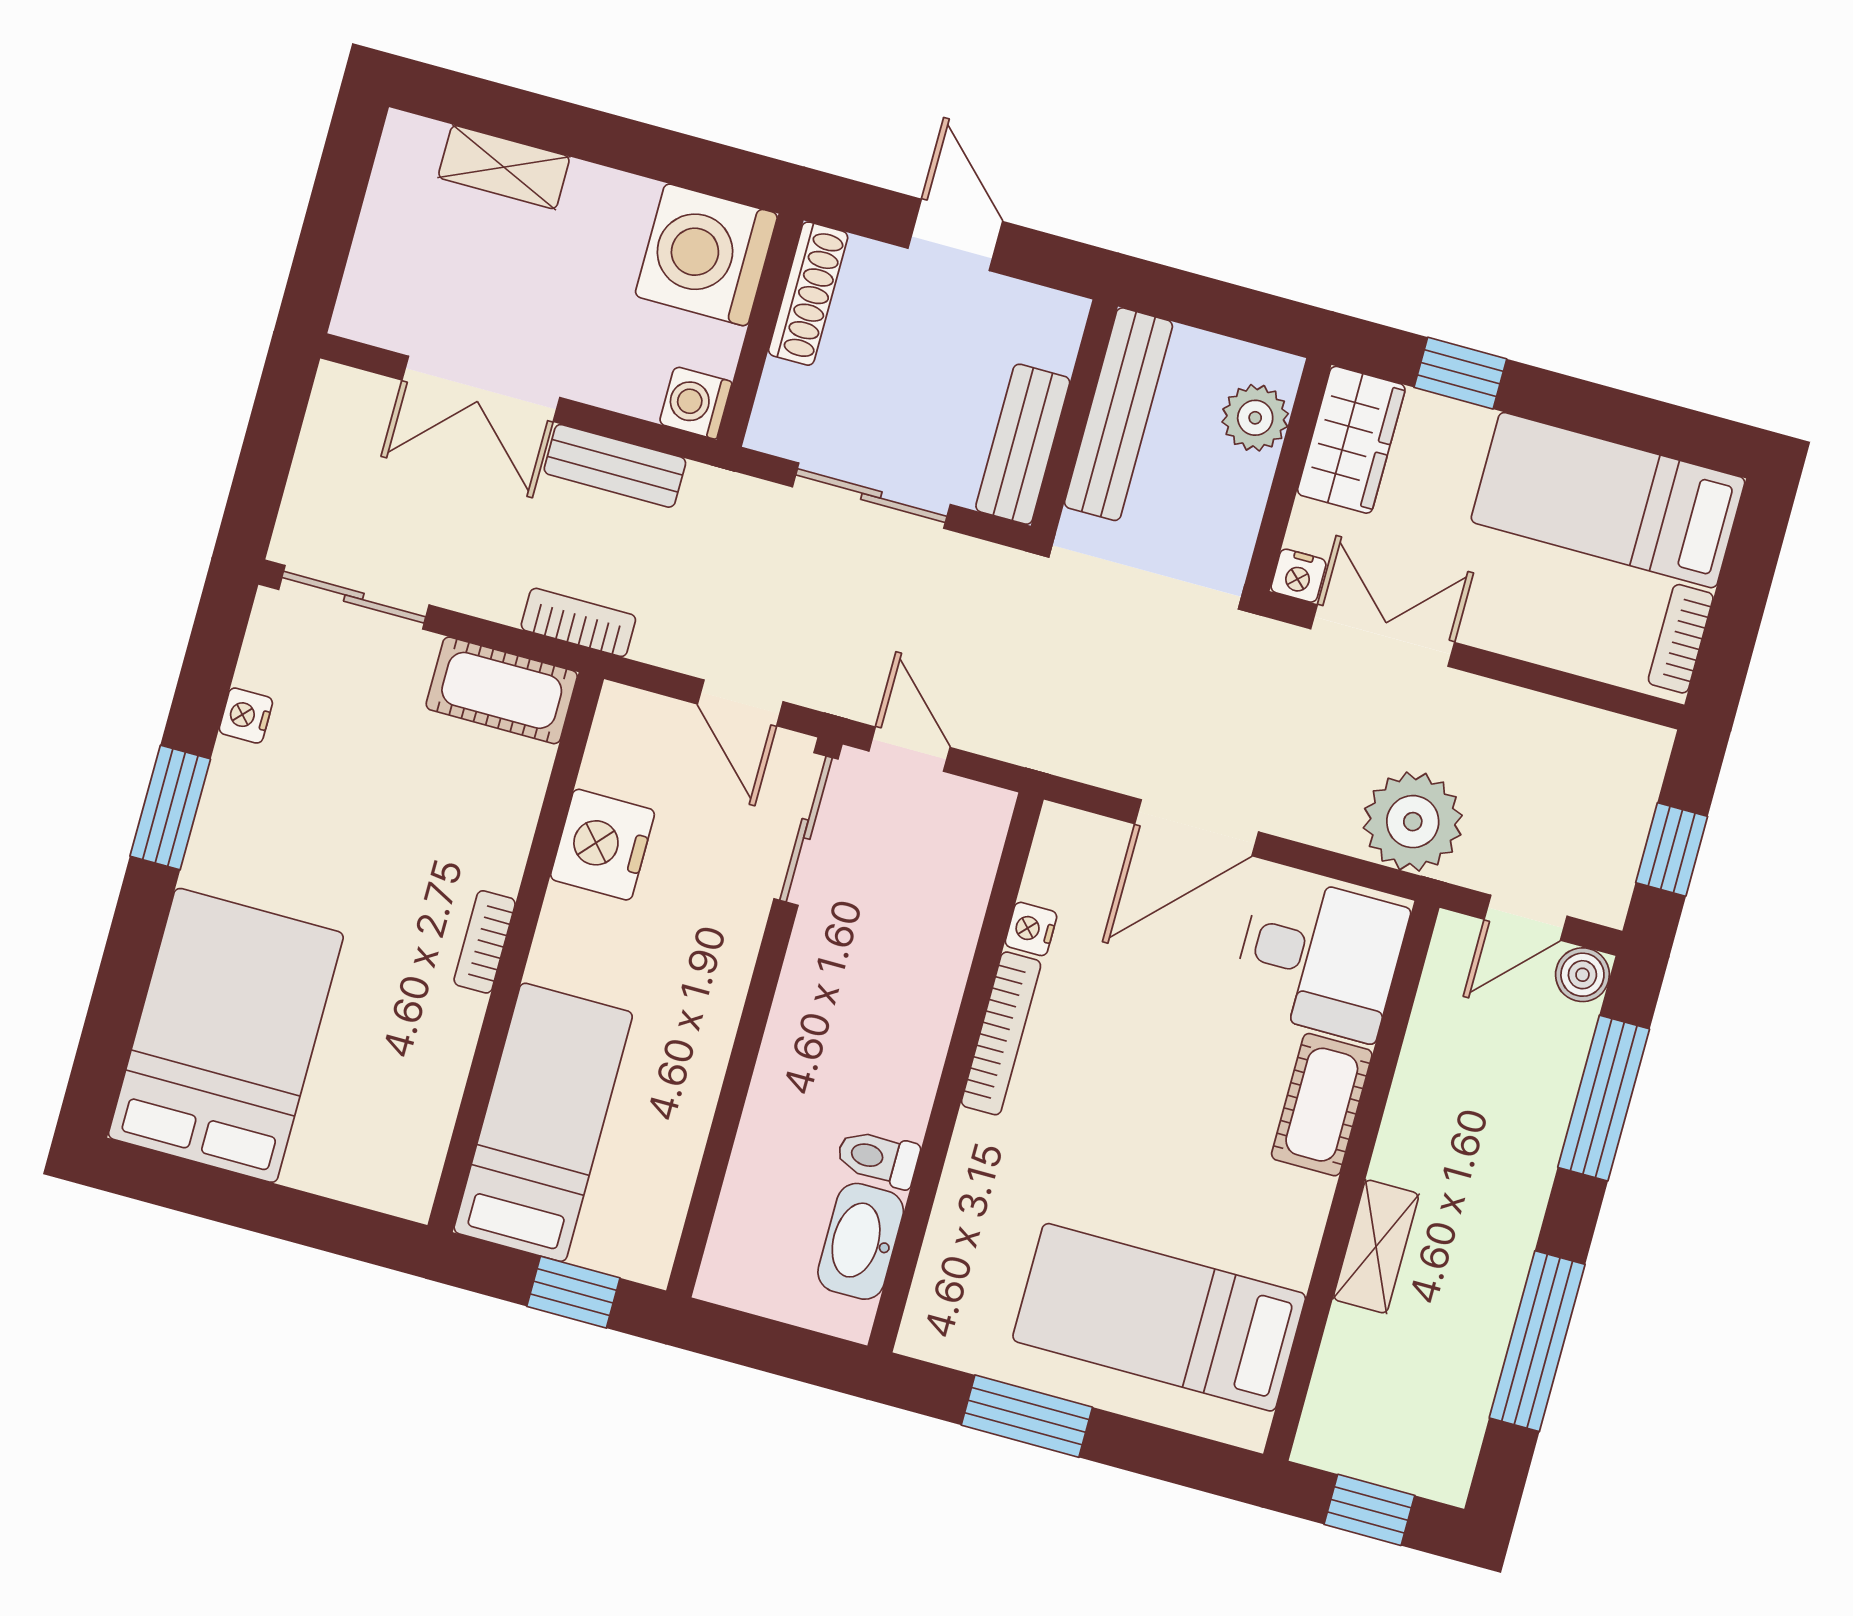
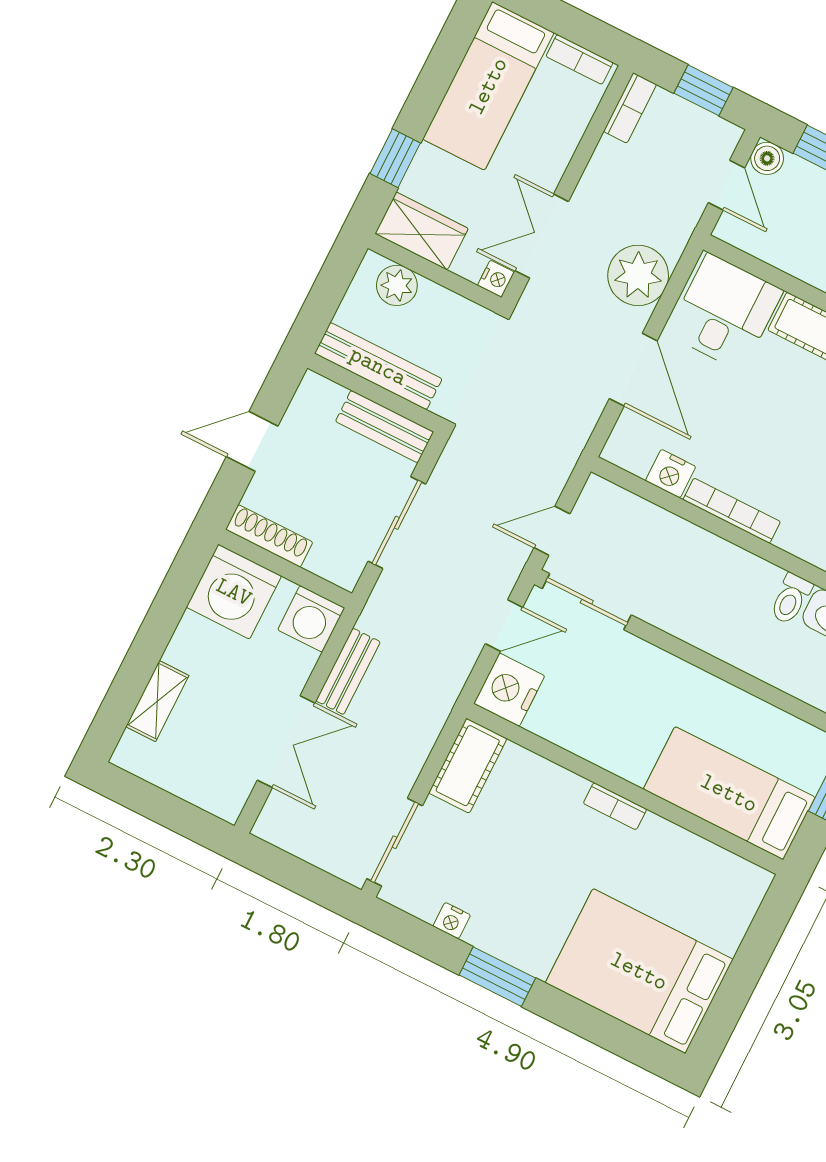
washing machine: (696, 403) -> (311, 619), width x1.38, depth x1.38
bookcase: (578, 622) -> (630, 108), moved, turned 180
plant: (1413, 822) -> (638, 275), moved
nightstand: (603, 845) -> (509, 690), moved, turned 90
nightstand: (1031, 929) -> (671, 474), width x1.39, depth x1.35

